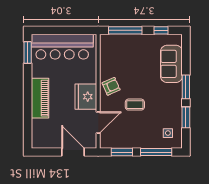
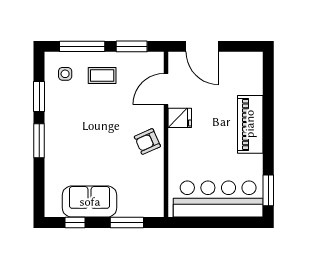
window: (125, 30) -> (127, 222), width x0.69
sofa: (171, 64) -> (90, 202), moved, turned -90
fridge: (86, 97) -> (180, 118), width x0.53, depth x0.75
coffee table: (135, 105) -> (102, 75), moved

